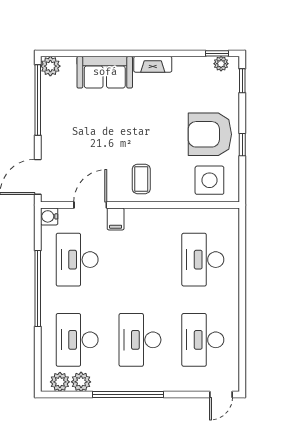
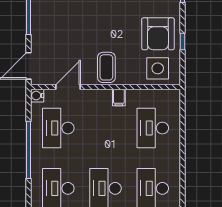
armchair: (210, 134) -> (158, 34), turned -90
coffee table: (141, 179) -> (106, 67), width x1.36, depth x1.30
filing cabinet: (116, 219) -> (119, 97), moved

